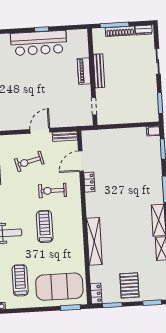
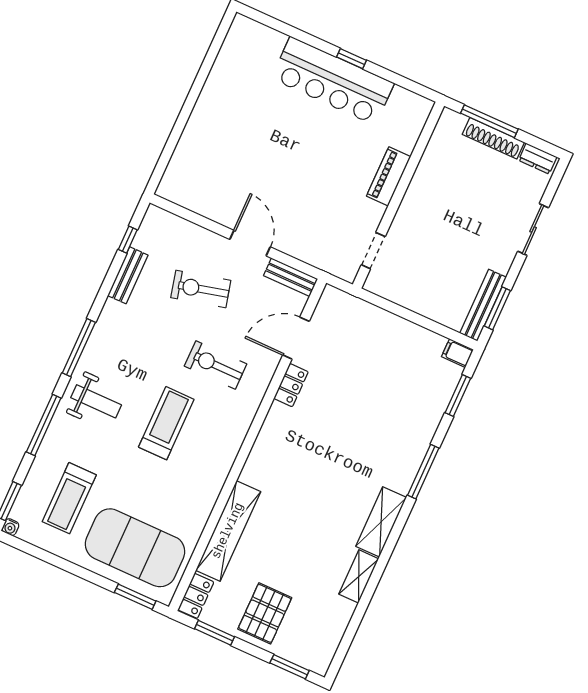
bench: (99, 71) -> (483, 305), moved
door: (40, 131) -> (250, 243), hinge flipped
shelving: (94, 241) -> (228, 531), moved
treadmill: (20, 280) -> (69, 498), turned 180

